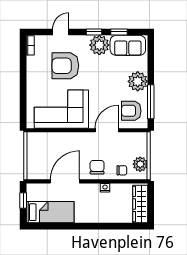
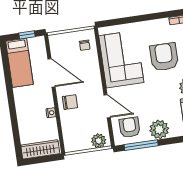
plant: (140, 164) -> (99, 141), moved
chair: (122, 170) -> (85, 45), moved

